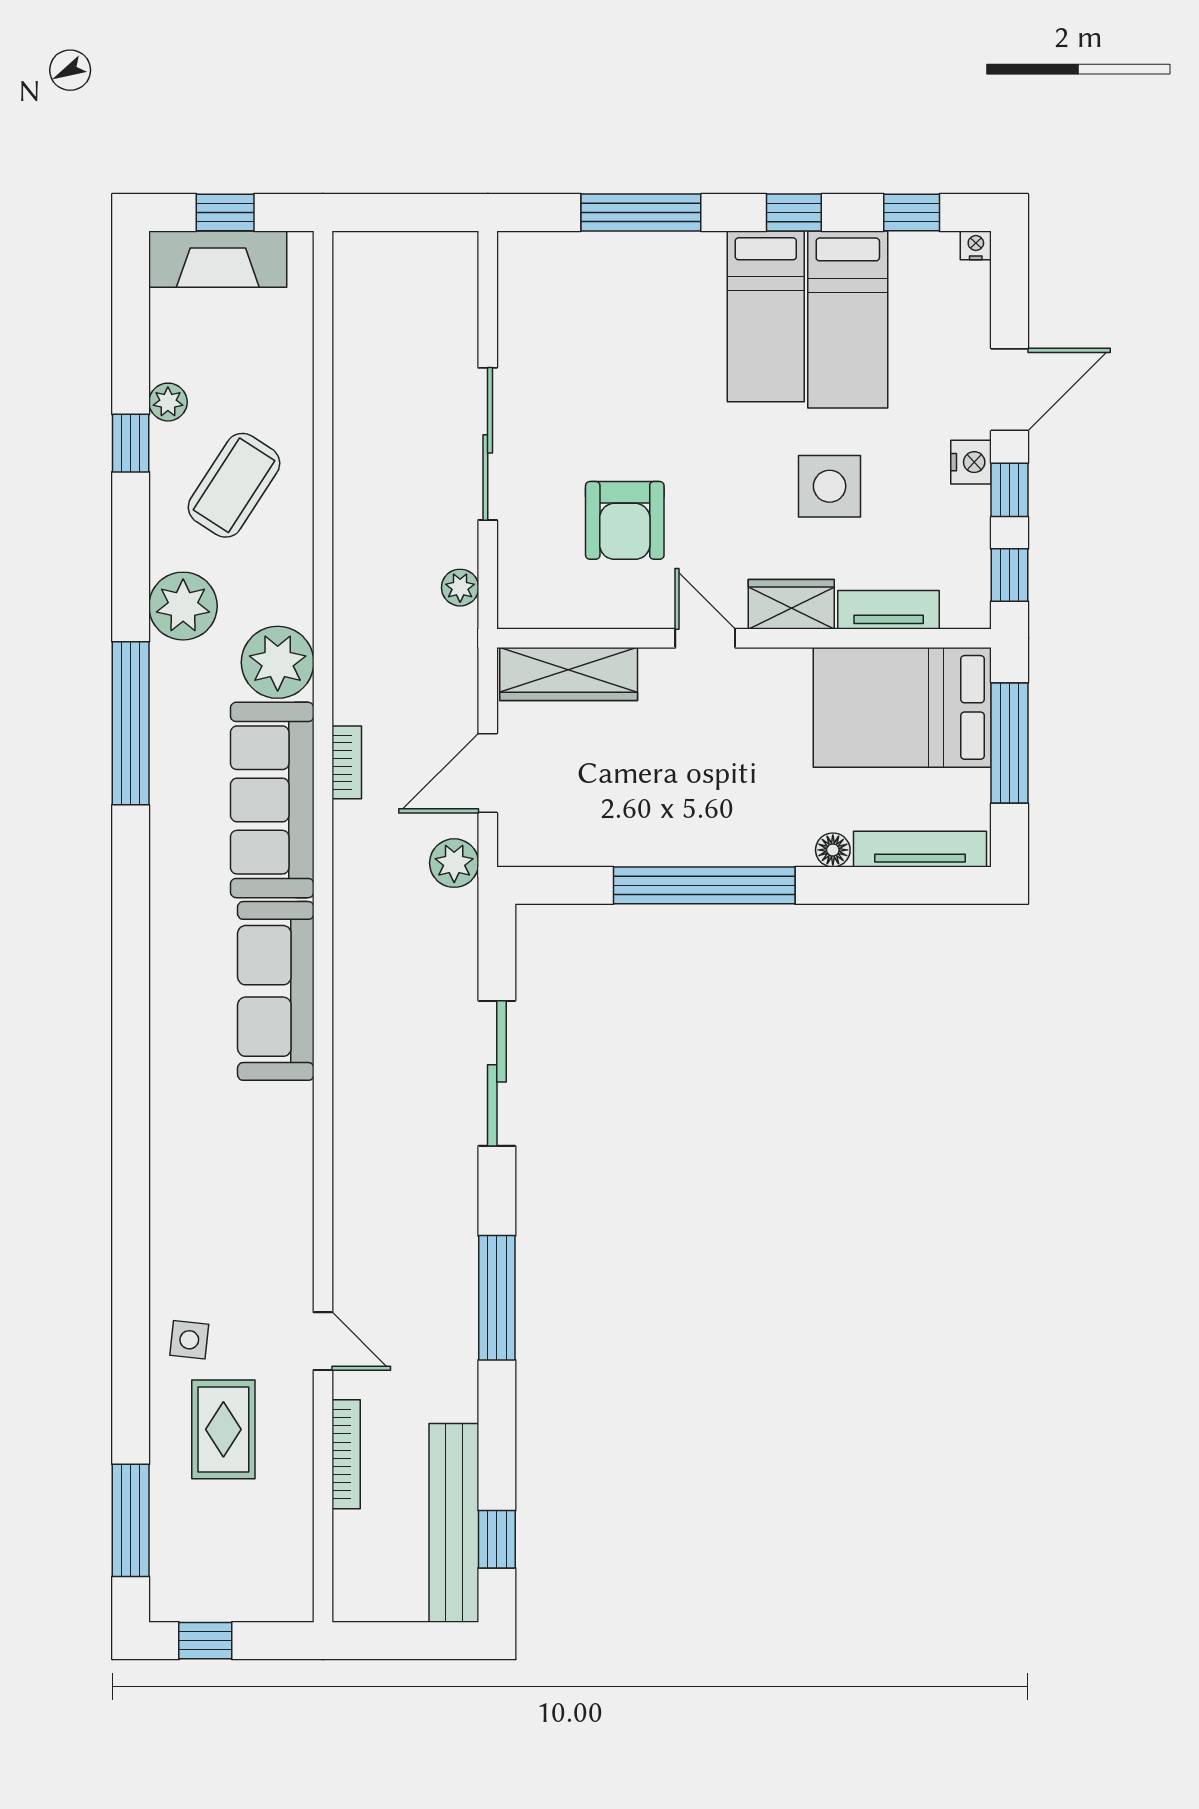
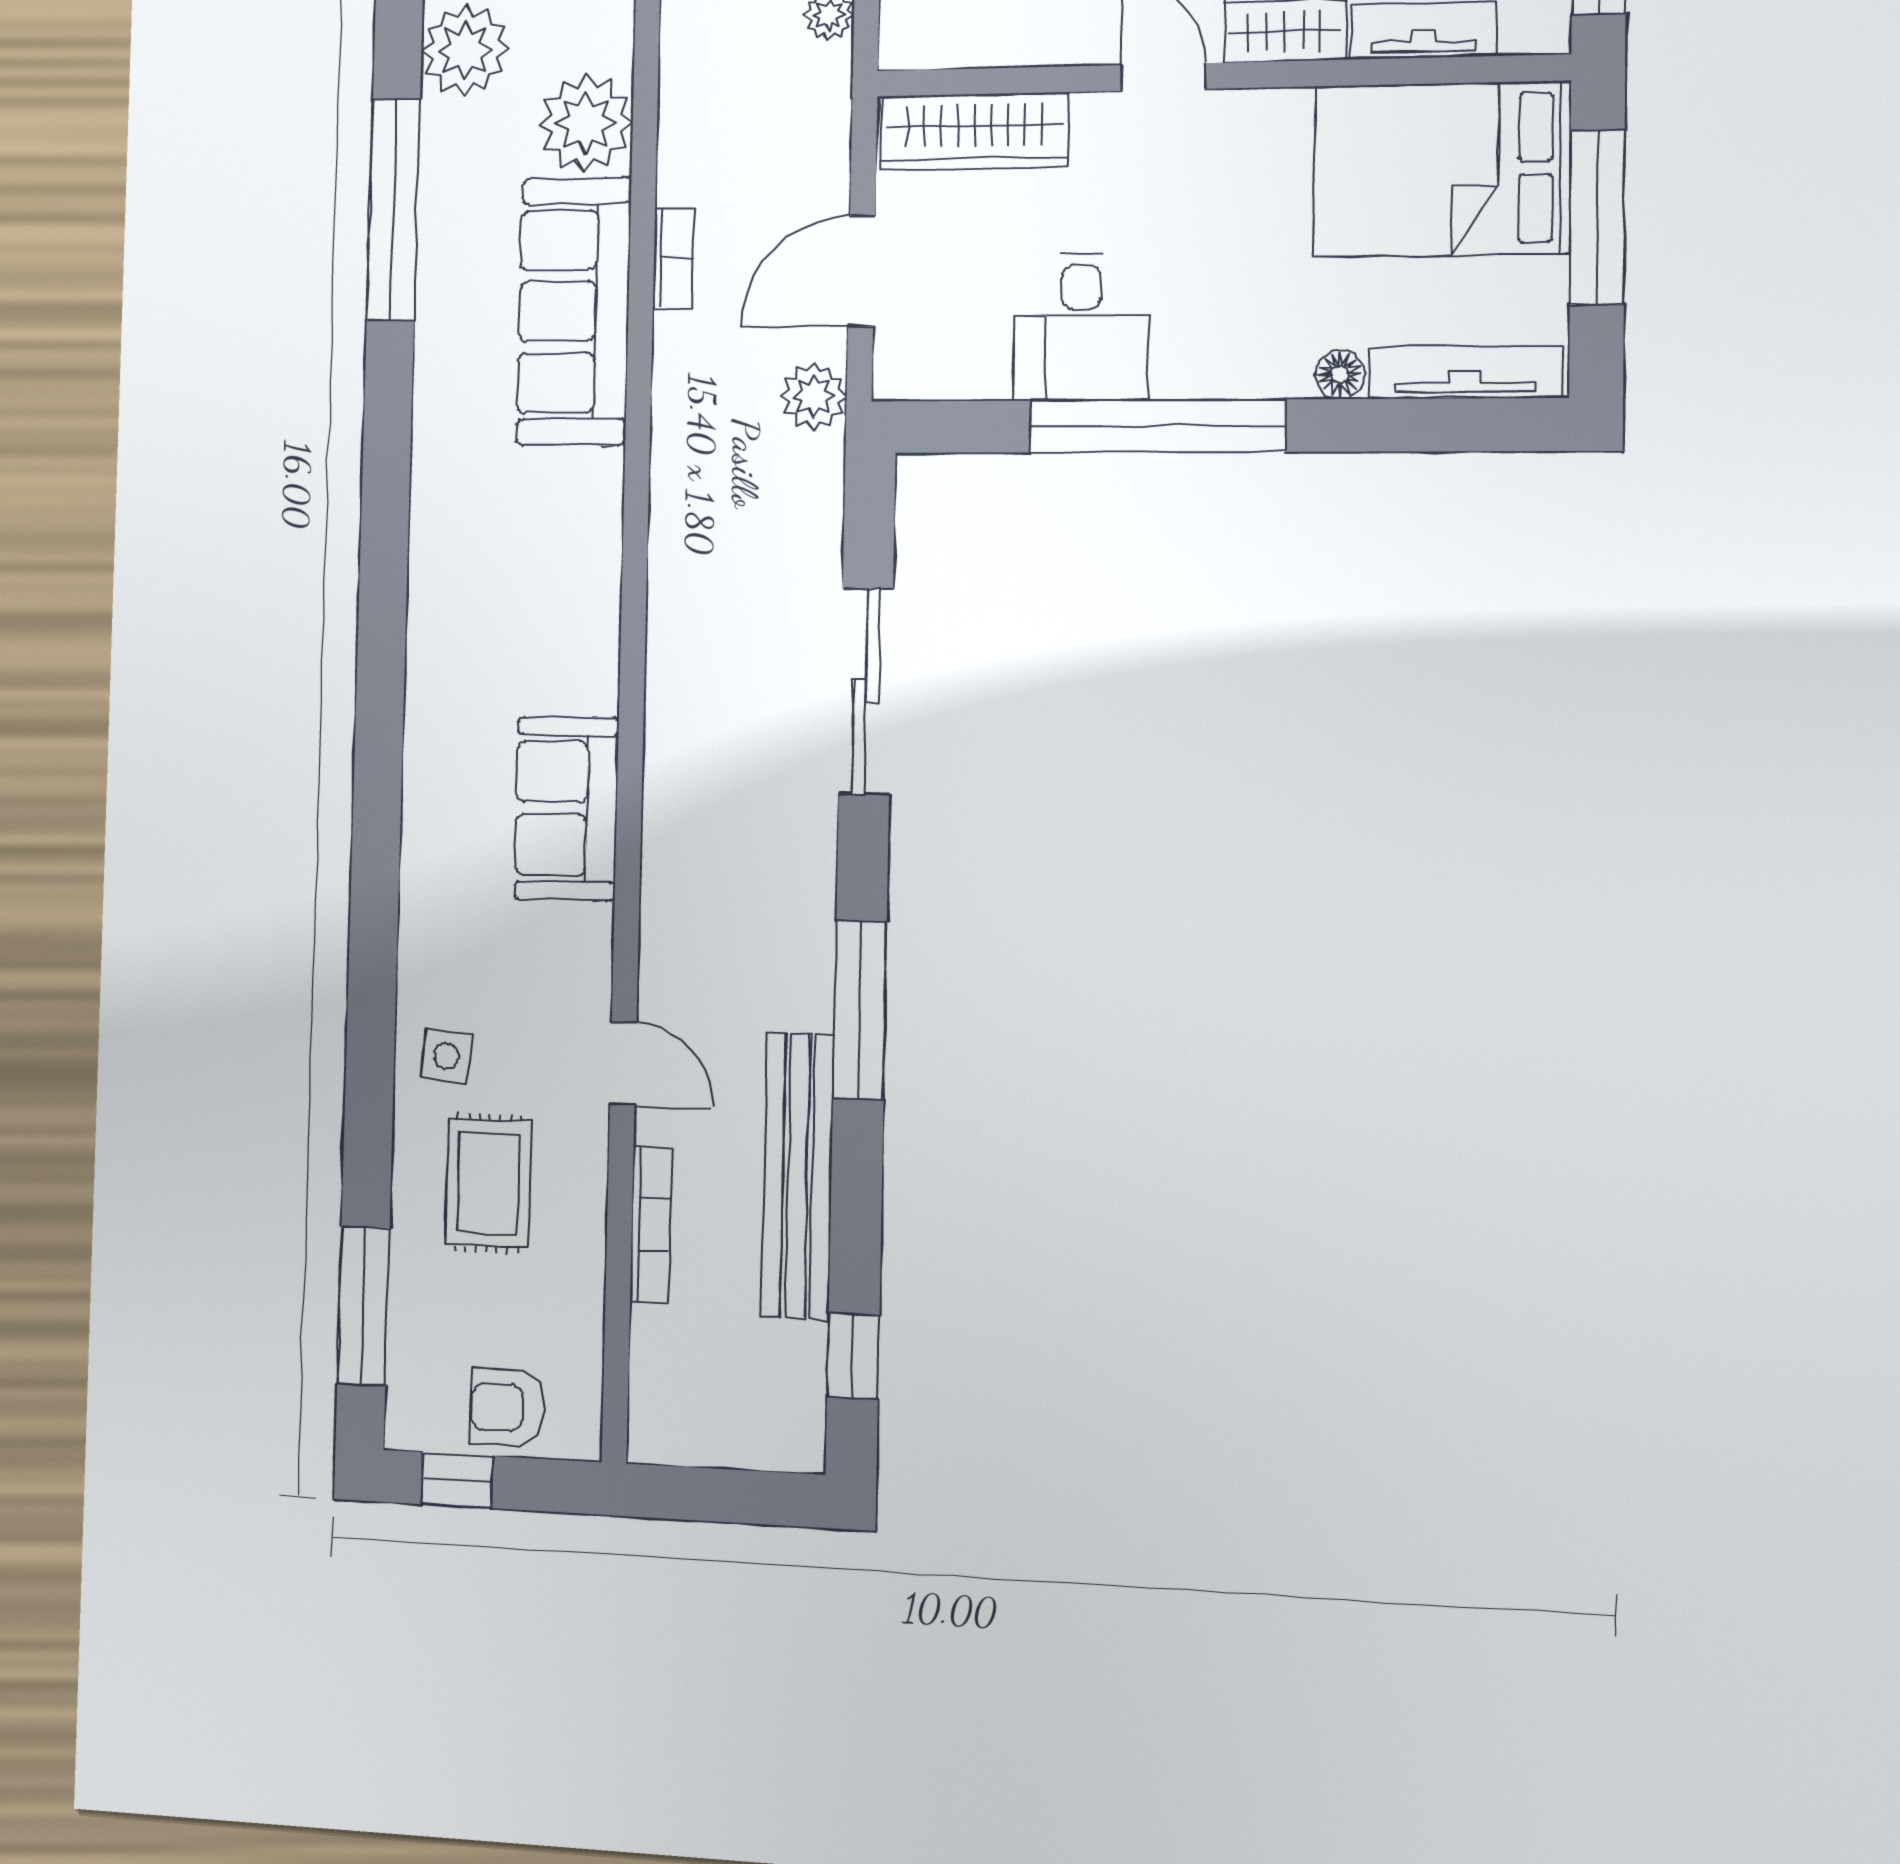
desk: (649, 815) -> (1081, 327), added
sofa: (276, 991) -> (567, 808), moved, width x0.73
bench: (454, 1523) -> (798, 1176), moved
armchair: (242, 1587) -> (507, 1407), added

